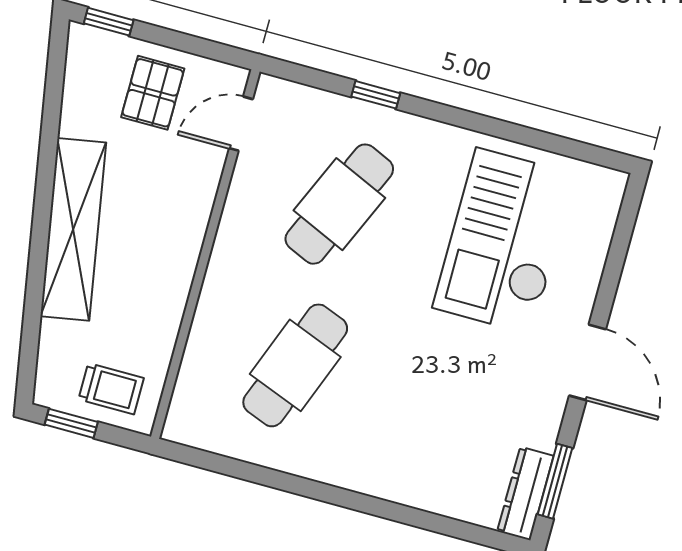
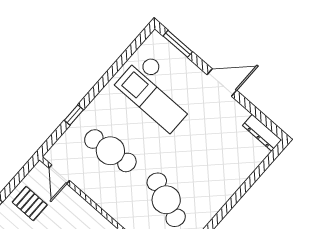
cafe table: (339, 204) -> (110, 151), turned -30
window: (555, 481) -> (178, 44), moved

